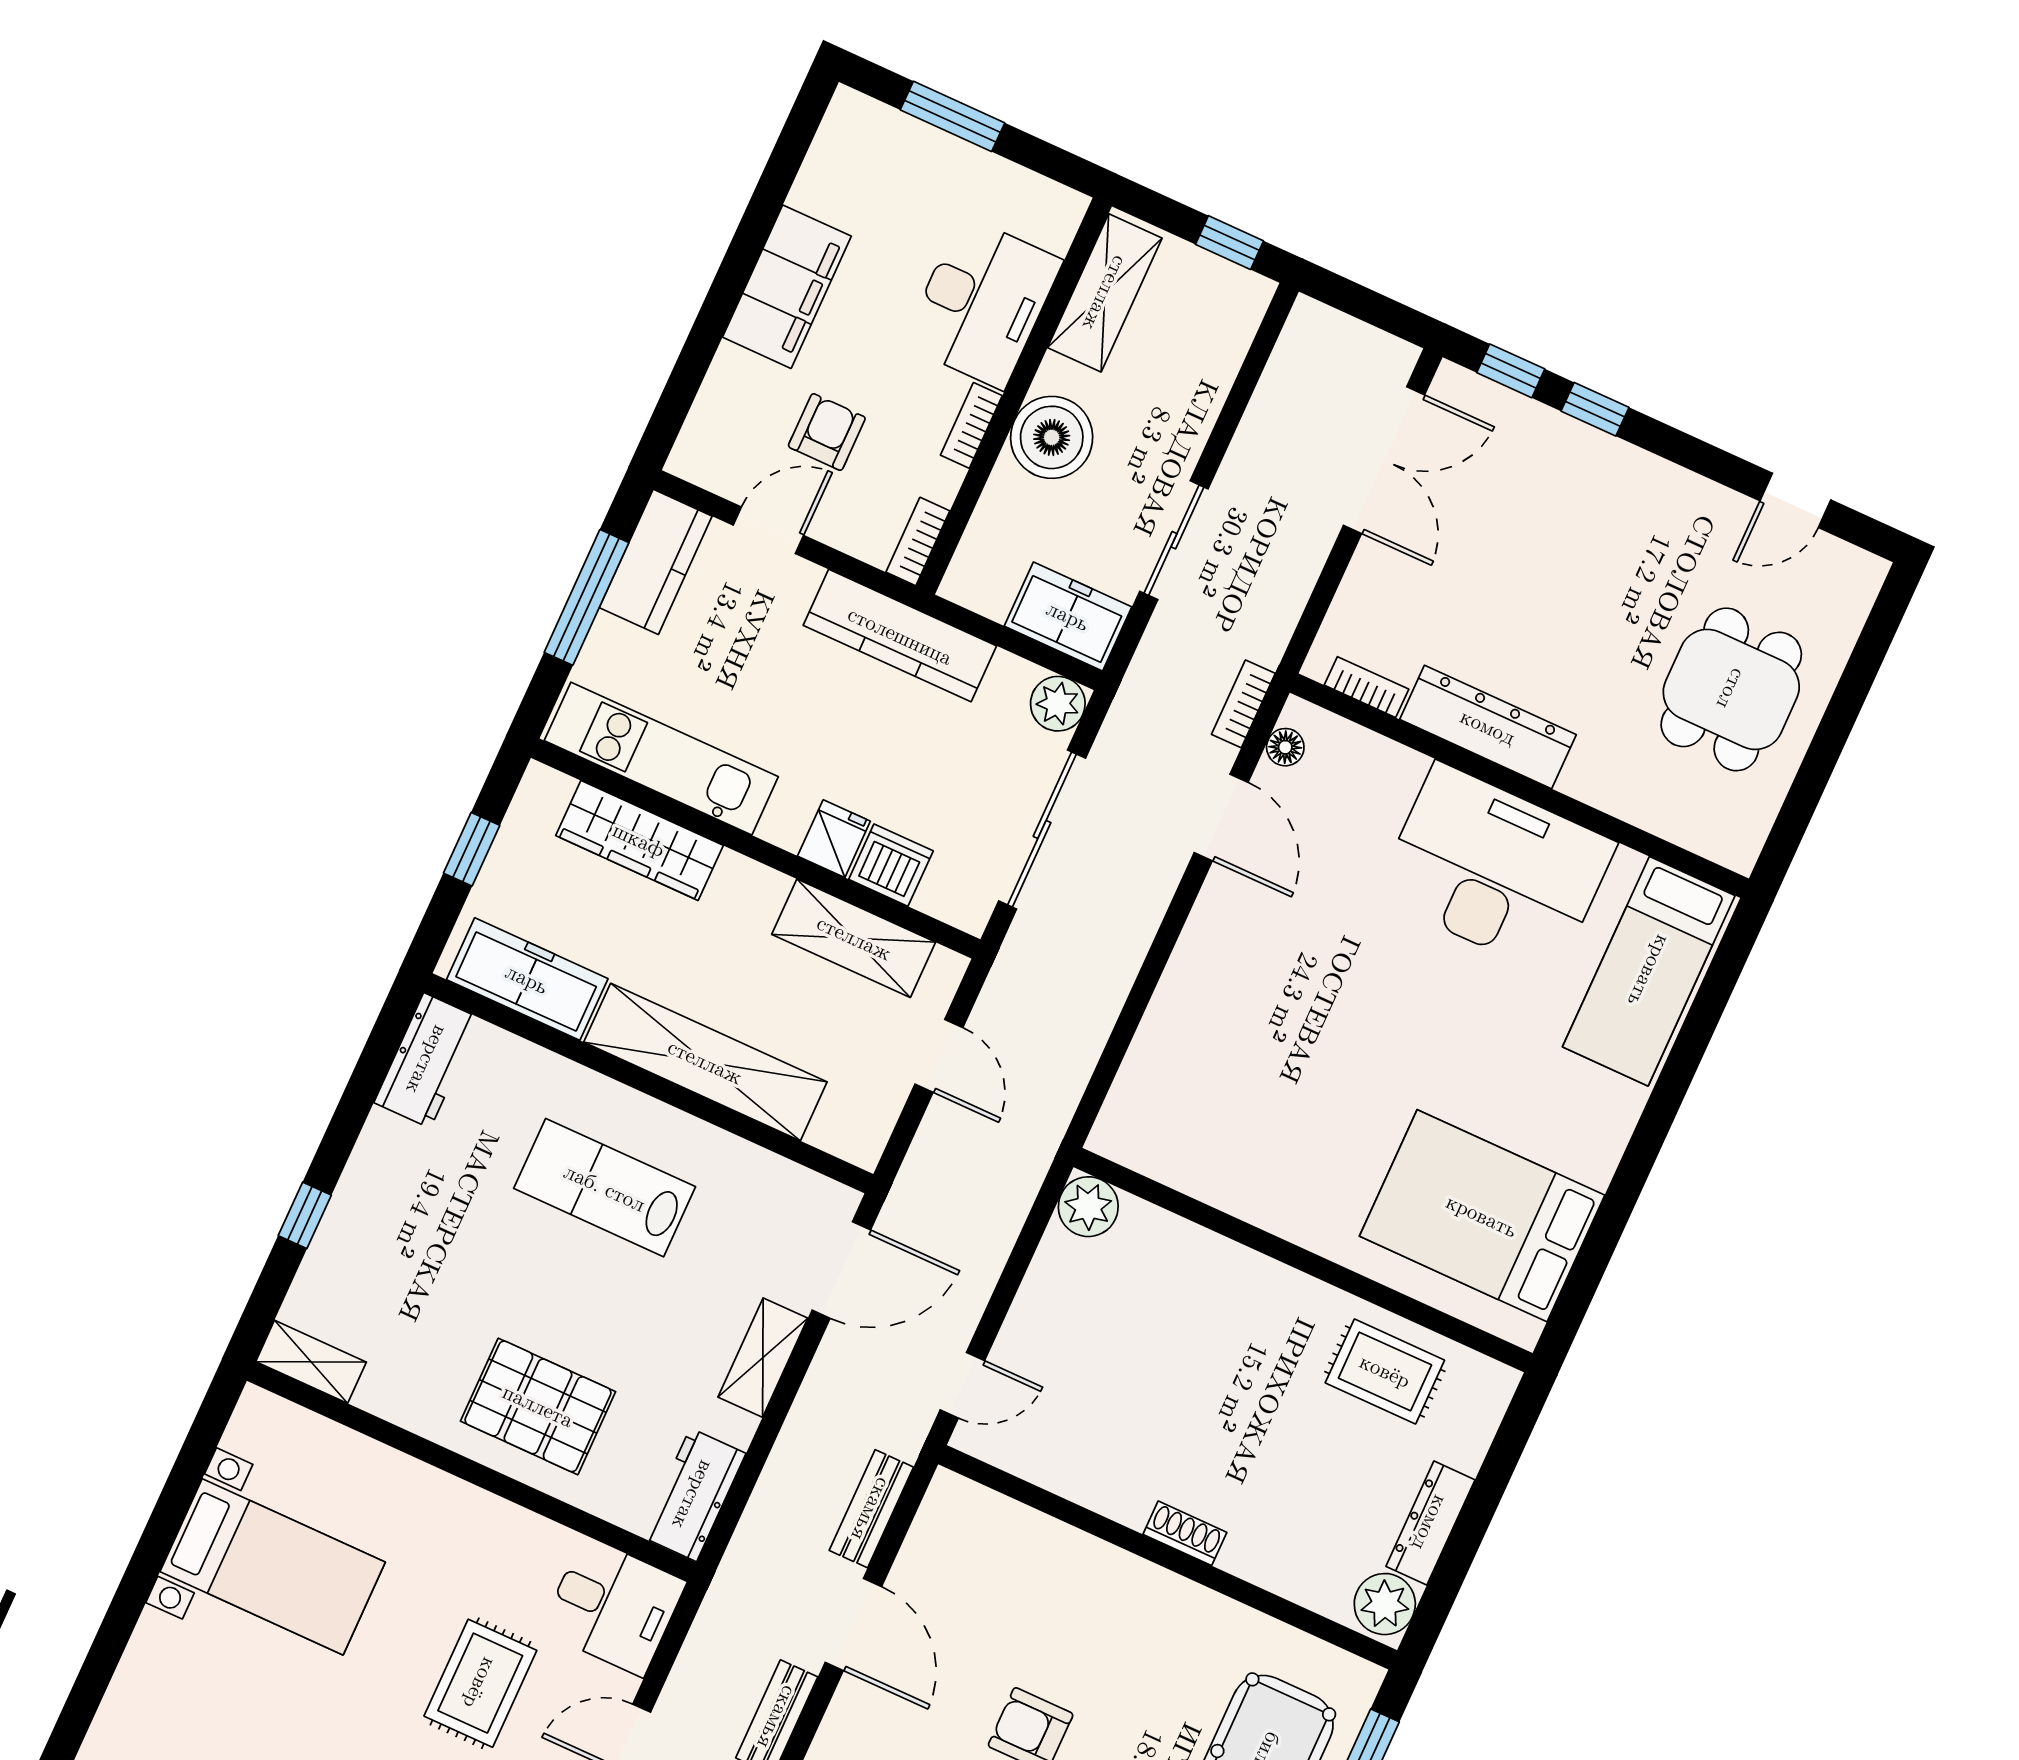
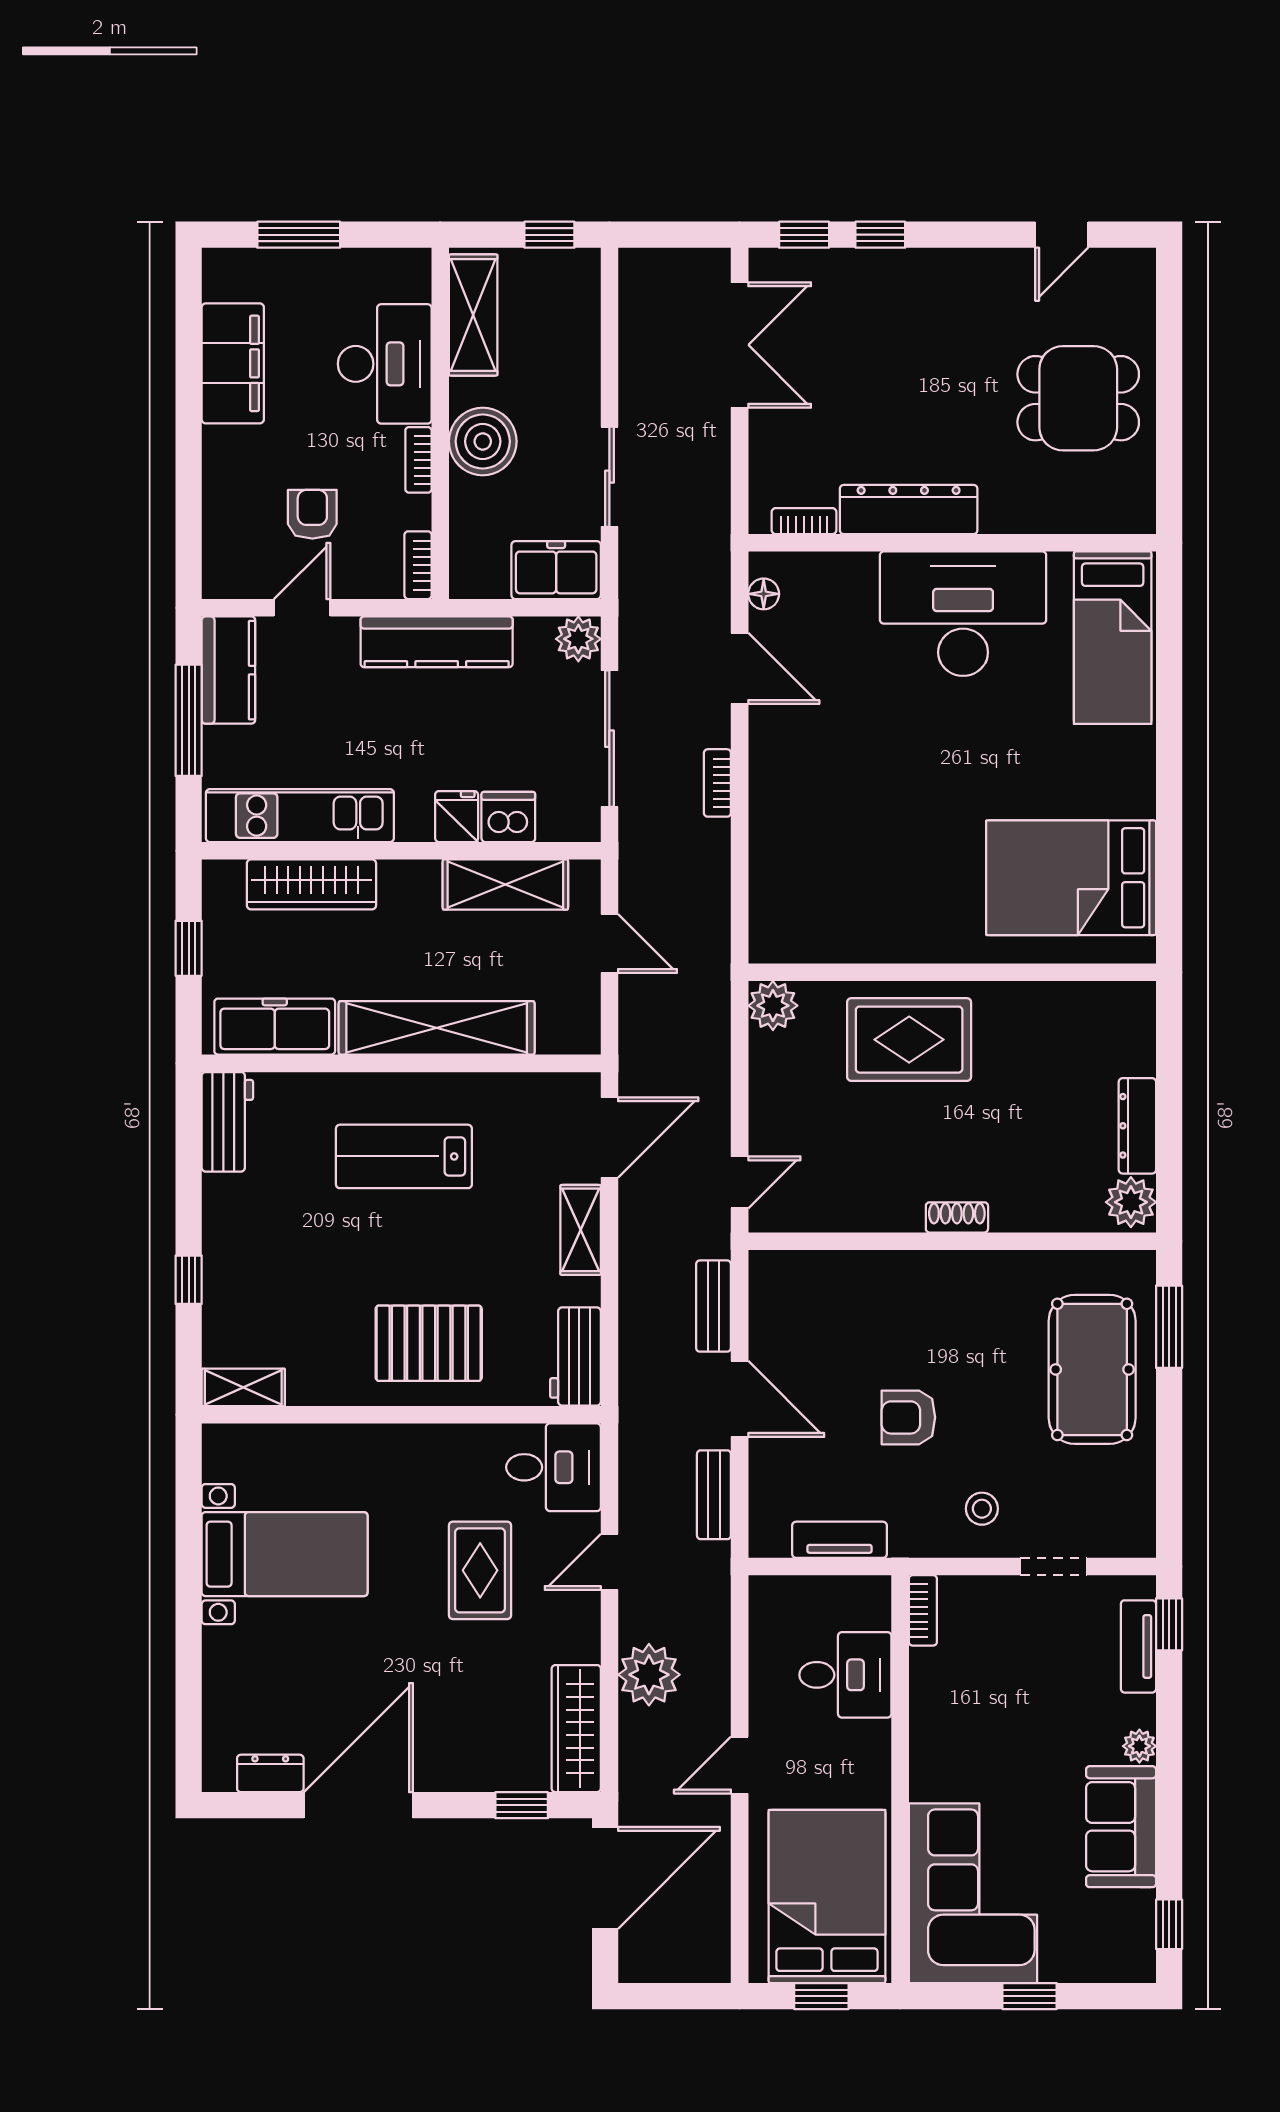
filing cabinet: (787, 287) -> (233, 363), moved
dining table: (1731, 689) -> (1078, 398), turned 90
bookcase: (1243, 704) -> (717, 783), moved
rug: (1385, 1371) -> (909, 1040), moved, width x1.36, depth x1.43

